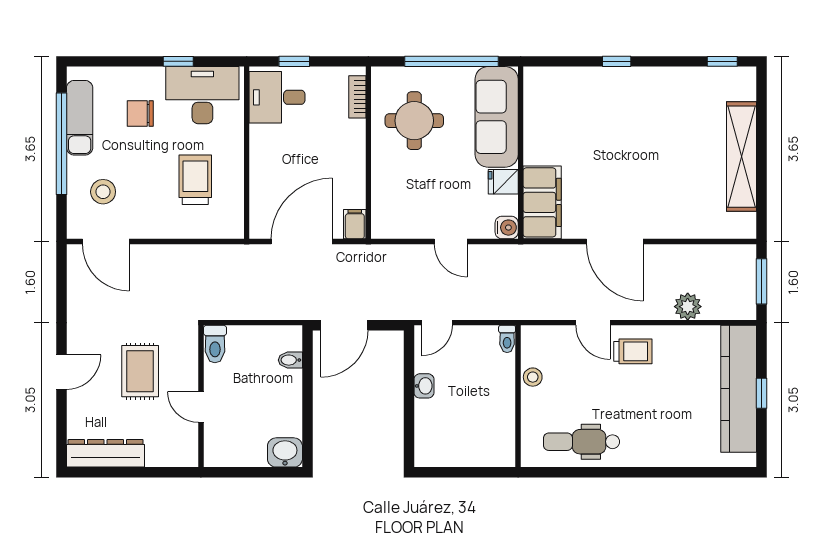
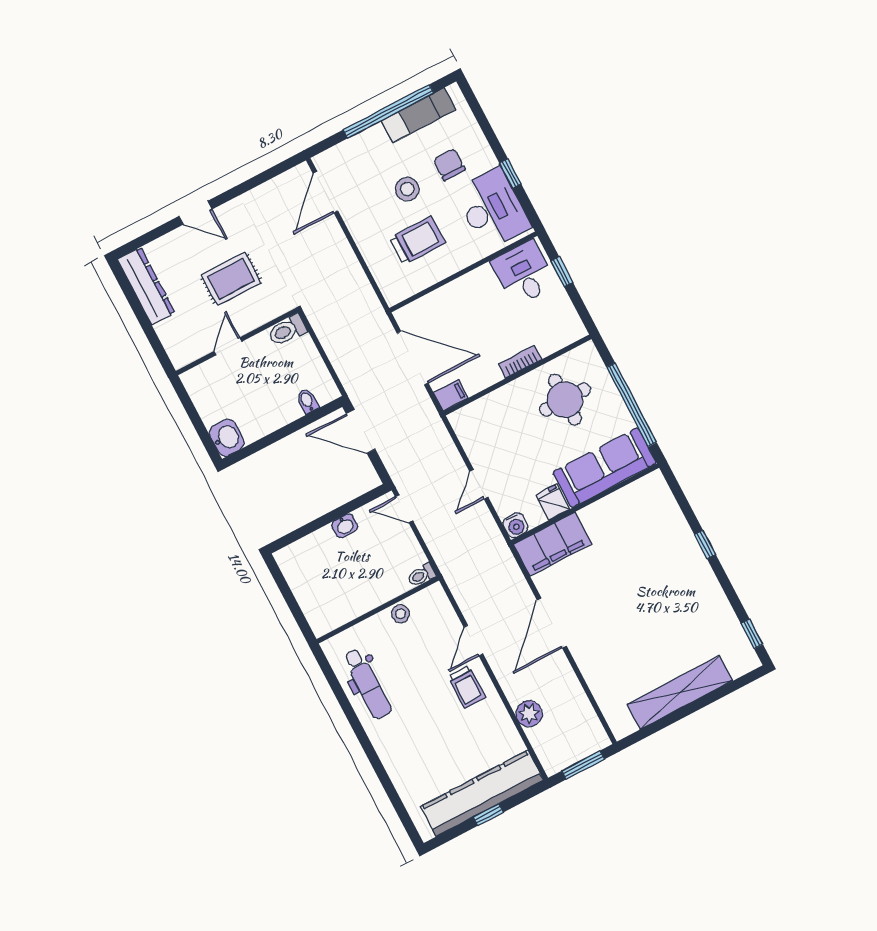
bookcase: (357, 97) -> (520, 362), moved
stool: (103, 192) -> (407, 189), moved
dental chair: (581, 442) -> (367, 684), turned 180

